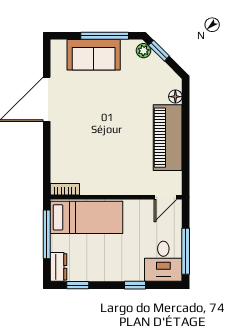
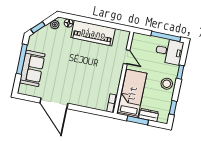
plant: (144, 51) -> (55, 25), moved
door: (165, 197) -> (127, 57), moved
window: (47, 234) -> (138, 120), width x0.69
dresser: (59, 267) -> (149, 115), moved
stool: (113, 268) -> (167, 84), added

